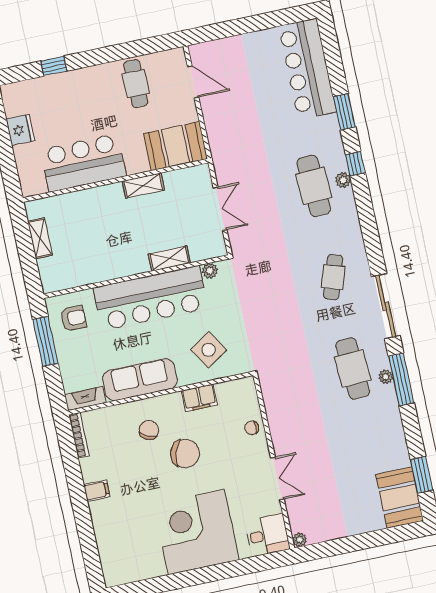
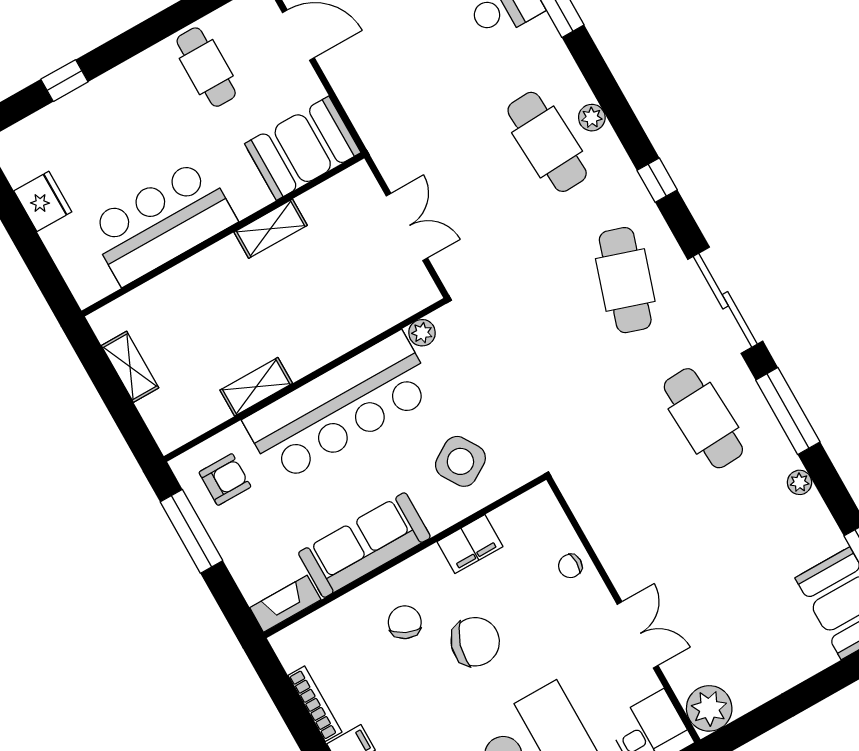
window: (355, 164) -> (657, 180), moved
shelving: (169, 259) -> (256, 387), moved
cafe table: (333, 277) -> (625, 280), width x1.37, depth x1.35
plant: (386, 377) -> (800, 482), moved
bookcase: (79, 435) -> (315, 704), moved
plant: (300, 540) -> (709, 708), width x1.87, depth x1.87

